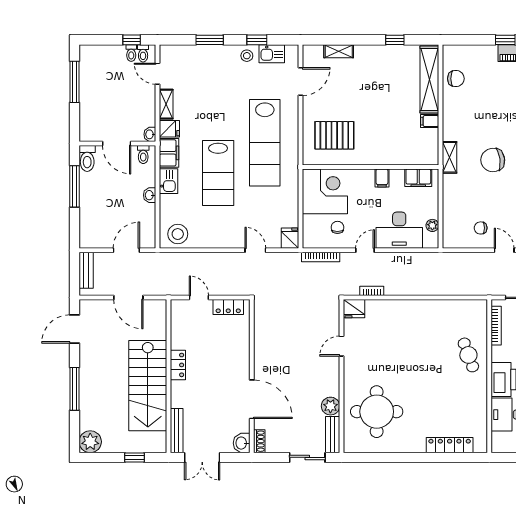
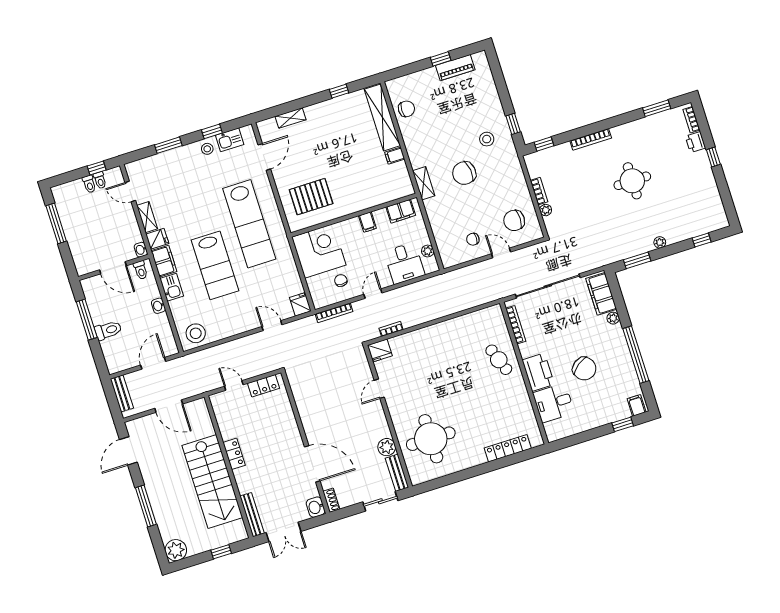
toilet: (143, 53) -> (89, 184), moved
toilet: (87, 158) -> (108, 330), moved, turned -90
desk: (399, 230) -> (404, 263), width x0.73

